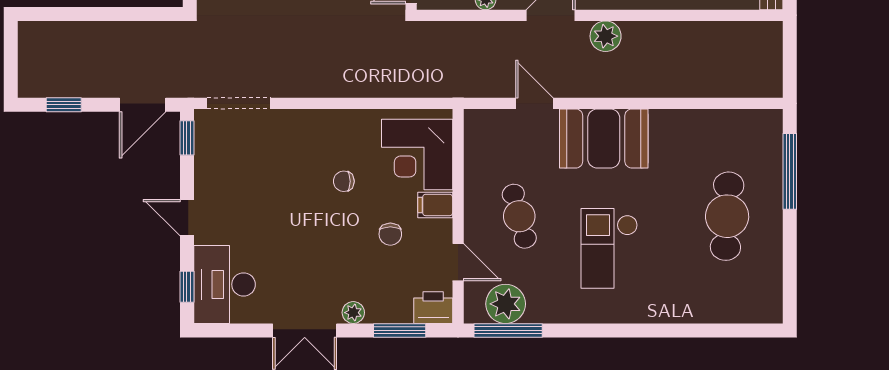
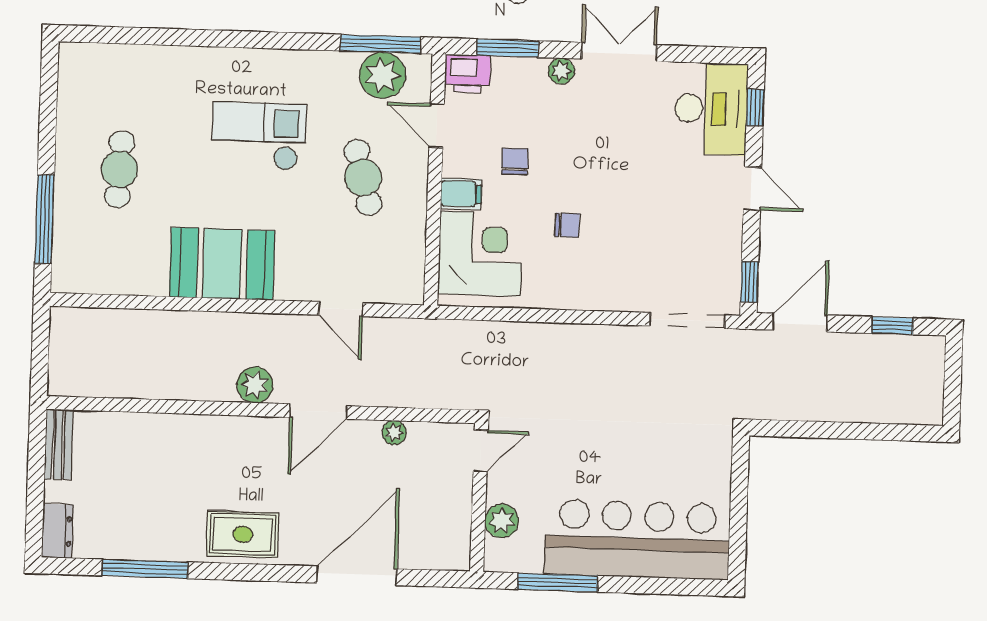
booth: (604, 139) -> (222, 264), moved
cafe table: (727, 216) -> (120, 169), width x0.73, depth x0.74
checkout: (609, 248) -> (259, 136), turned -90

